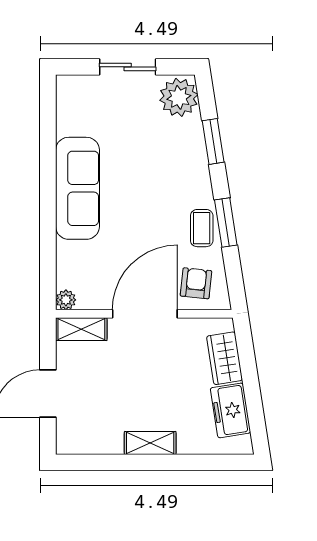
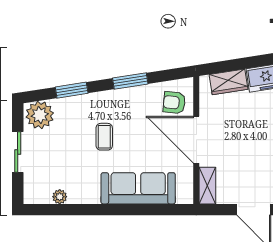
sofa: (77, 188) -> (138, 188), moved
coffee table: (202, 228) -> (104, 137), moved, turned 90
plant: (66, 300) -> (60, 197), moved

